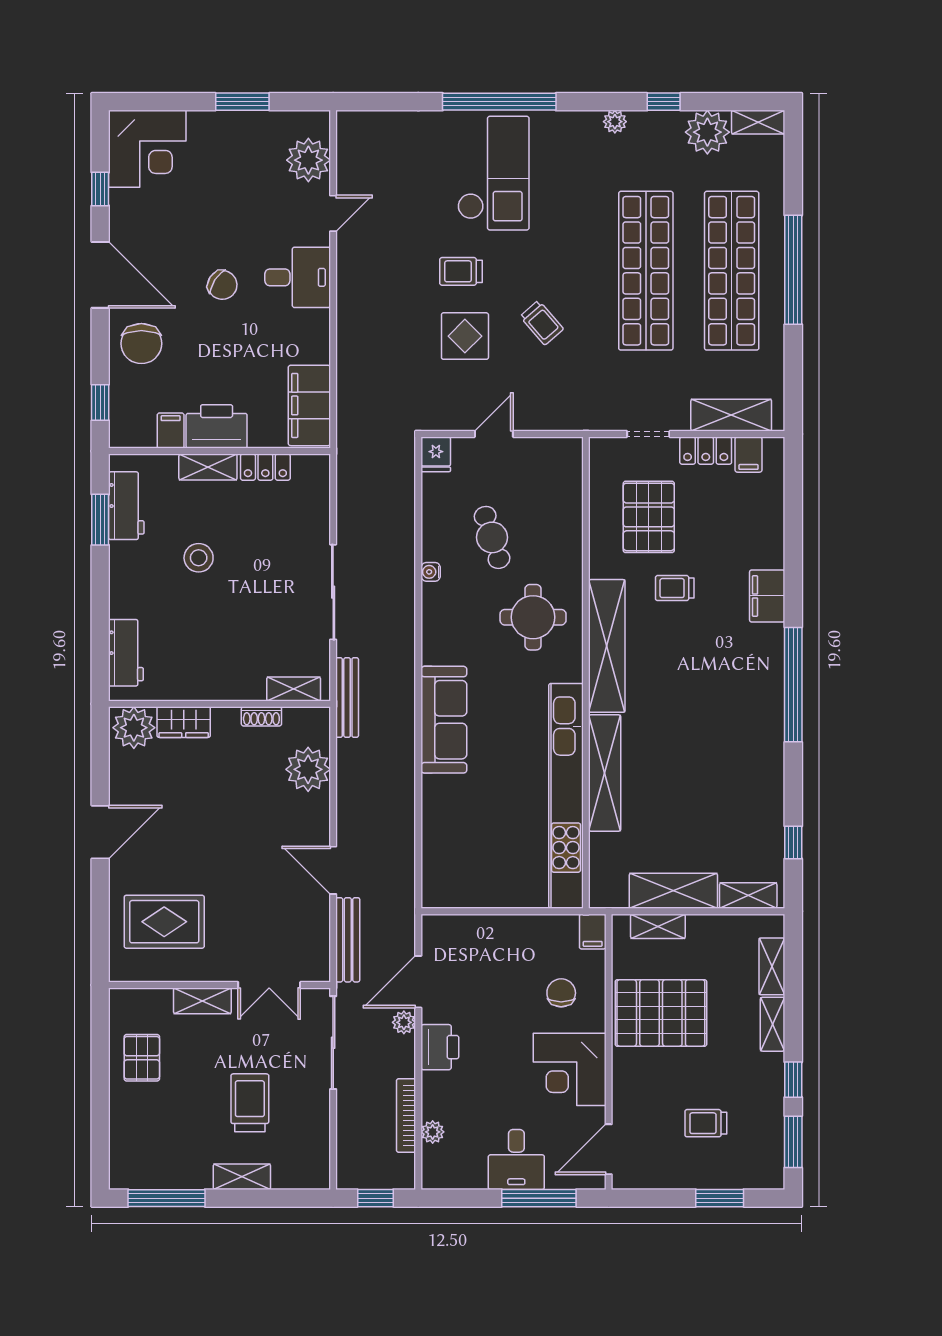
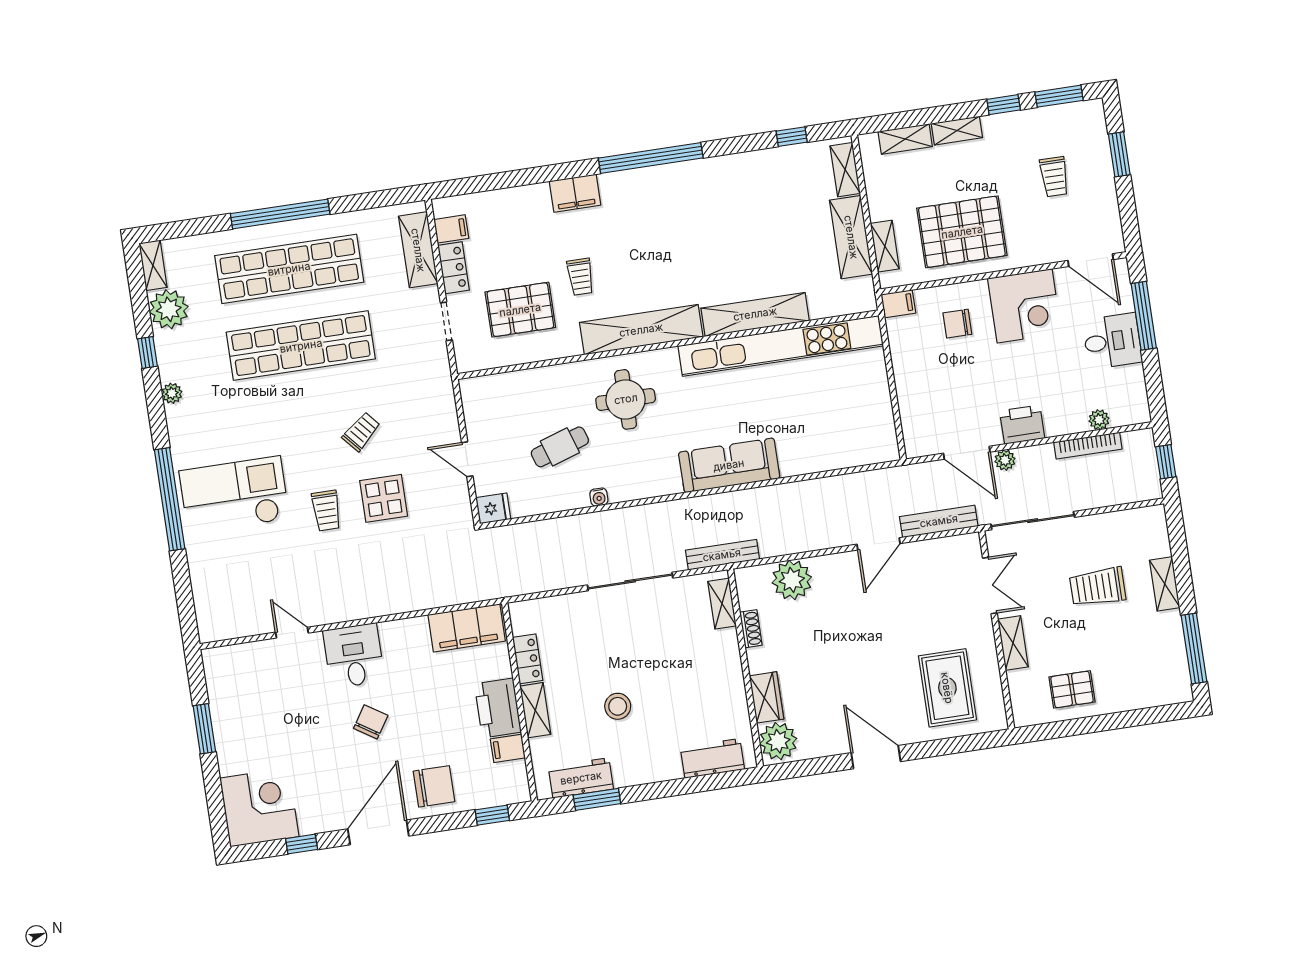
plant: (308, 160) -> (248, 662), removed
pallet: (661, 1013) -> (962, 232), turned 90

